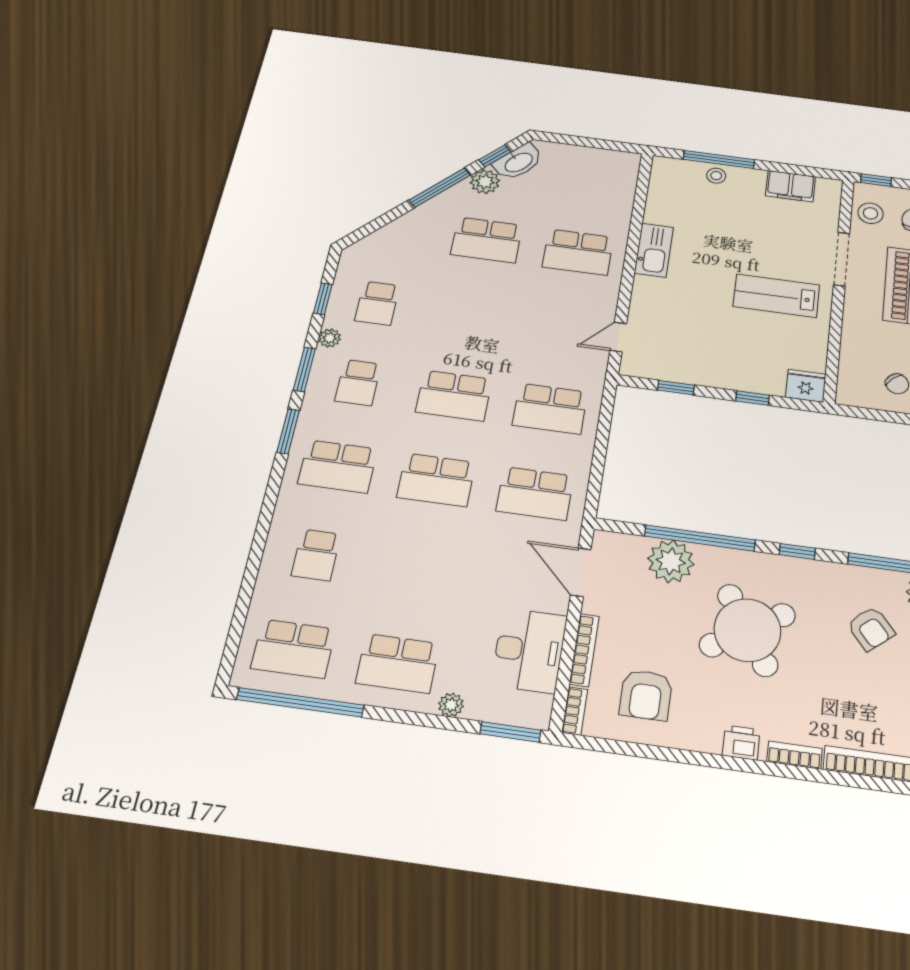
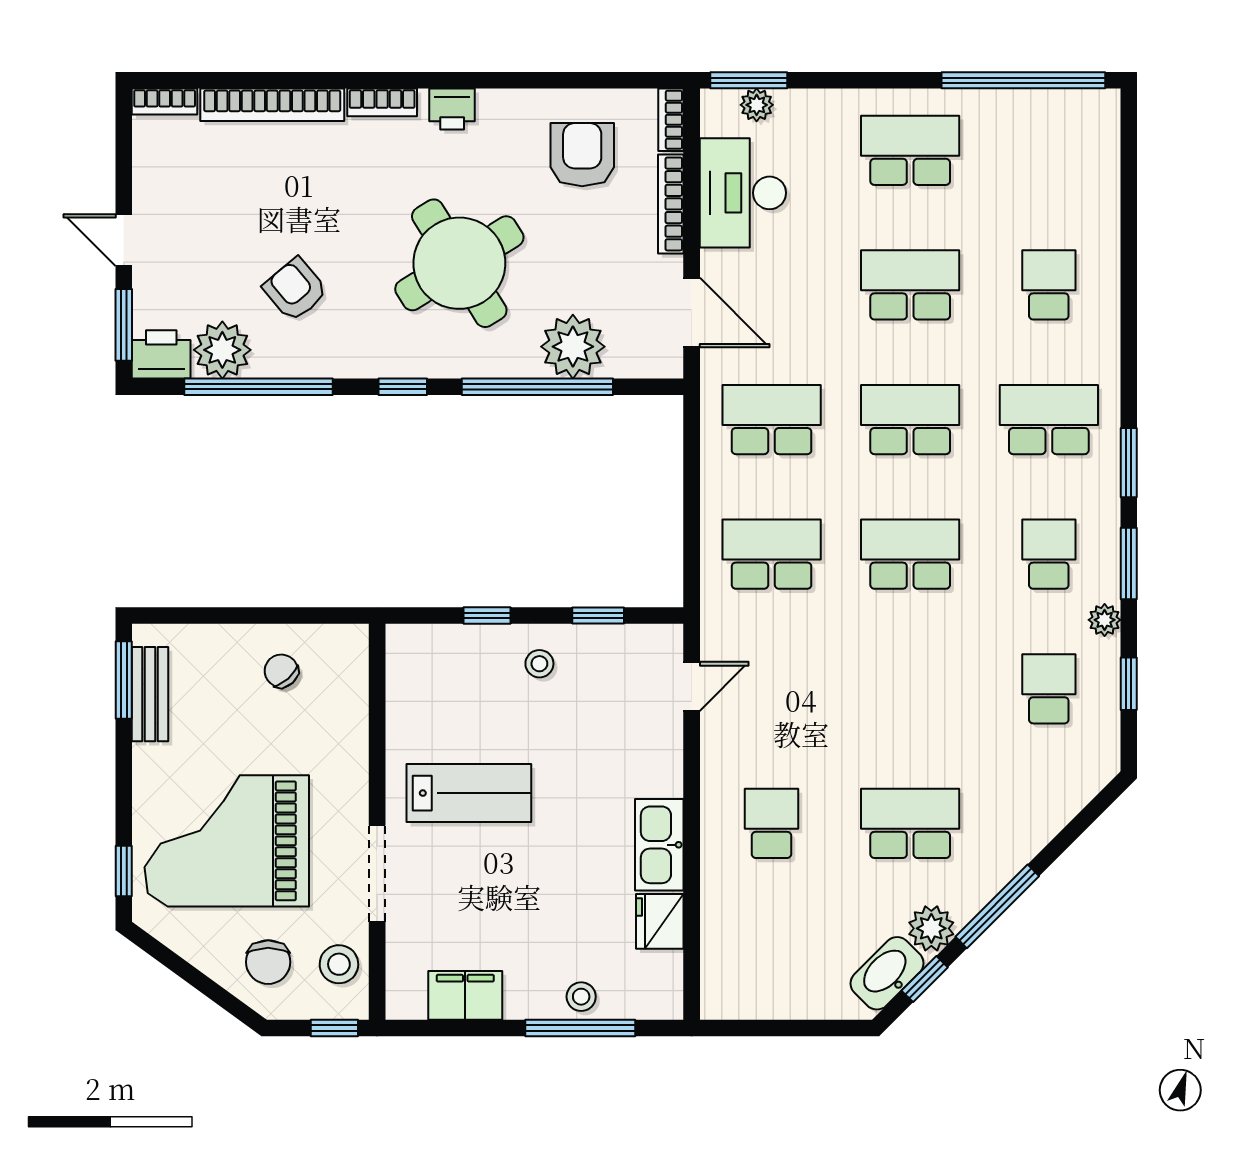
school desk: (578, 252) -> (772, 823), width x0.54
stool: (720, 364) -> (539, 664), added
fridge: (806, 386) -> (660, 921), moved, turned 90
school desk: (293, 649) -> (910, 285), moved
plant: (451, 705) -> (757, 105), moved

